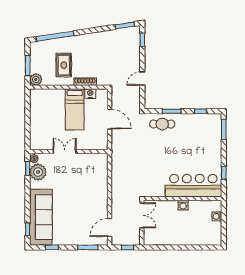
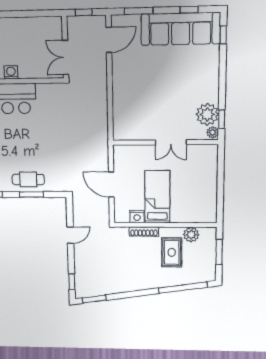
plant: (36, 79) -> (191, 235), moved
cafe table: (162, 124) -> (28, 179), moved
sofa: (41, 217) -> (181, 29), moved, turned -90

